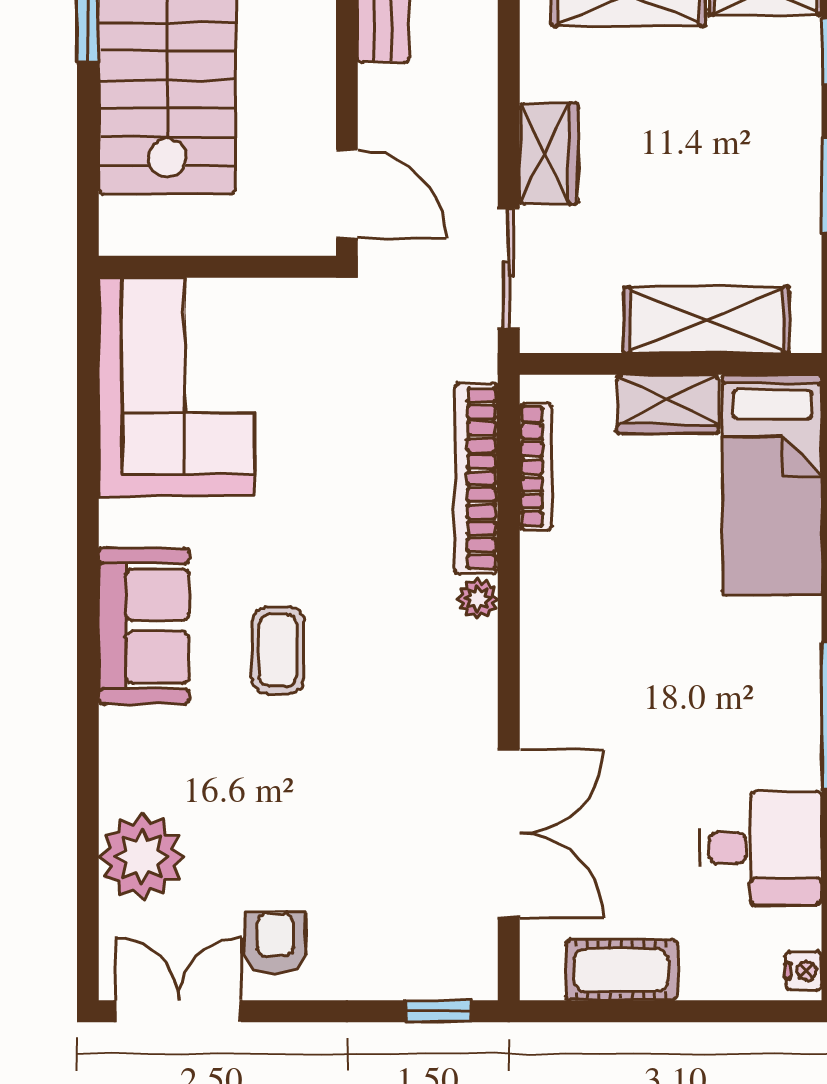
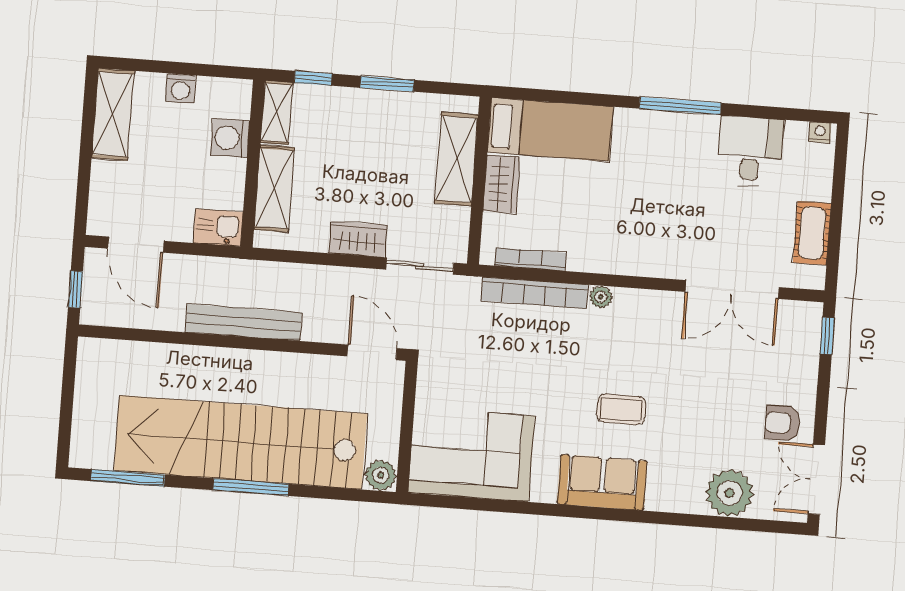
door: (347, 194) -> (372, 352), hinge flipped
plant: (127, 226) -> (381, 475), added
double door: (509, 834) -> (732, 290), swing flipped

